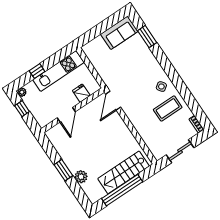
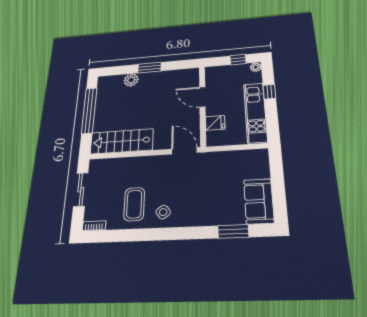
stairs: (124, 172) -> (122, 141), moved, turned -90

